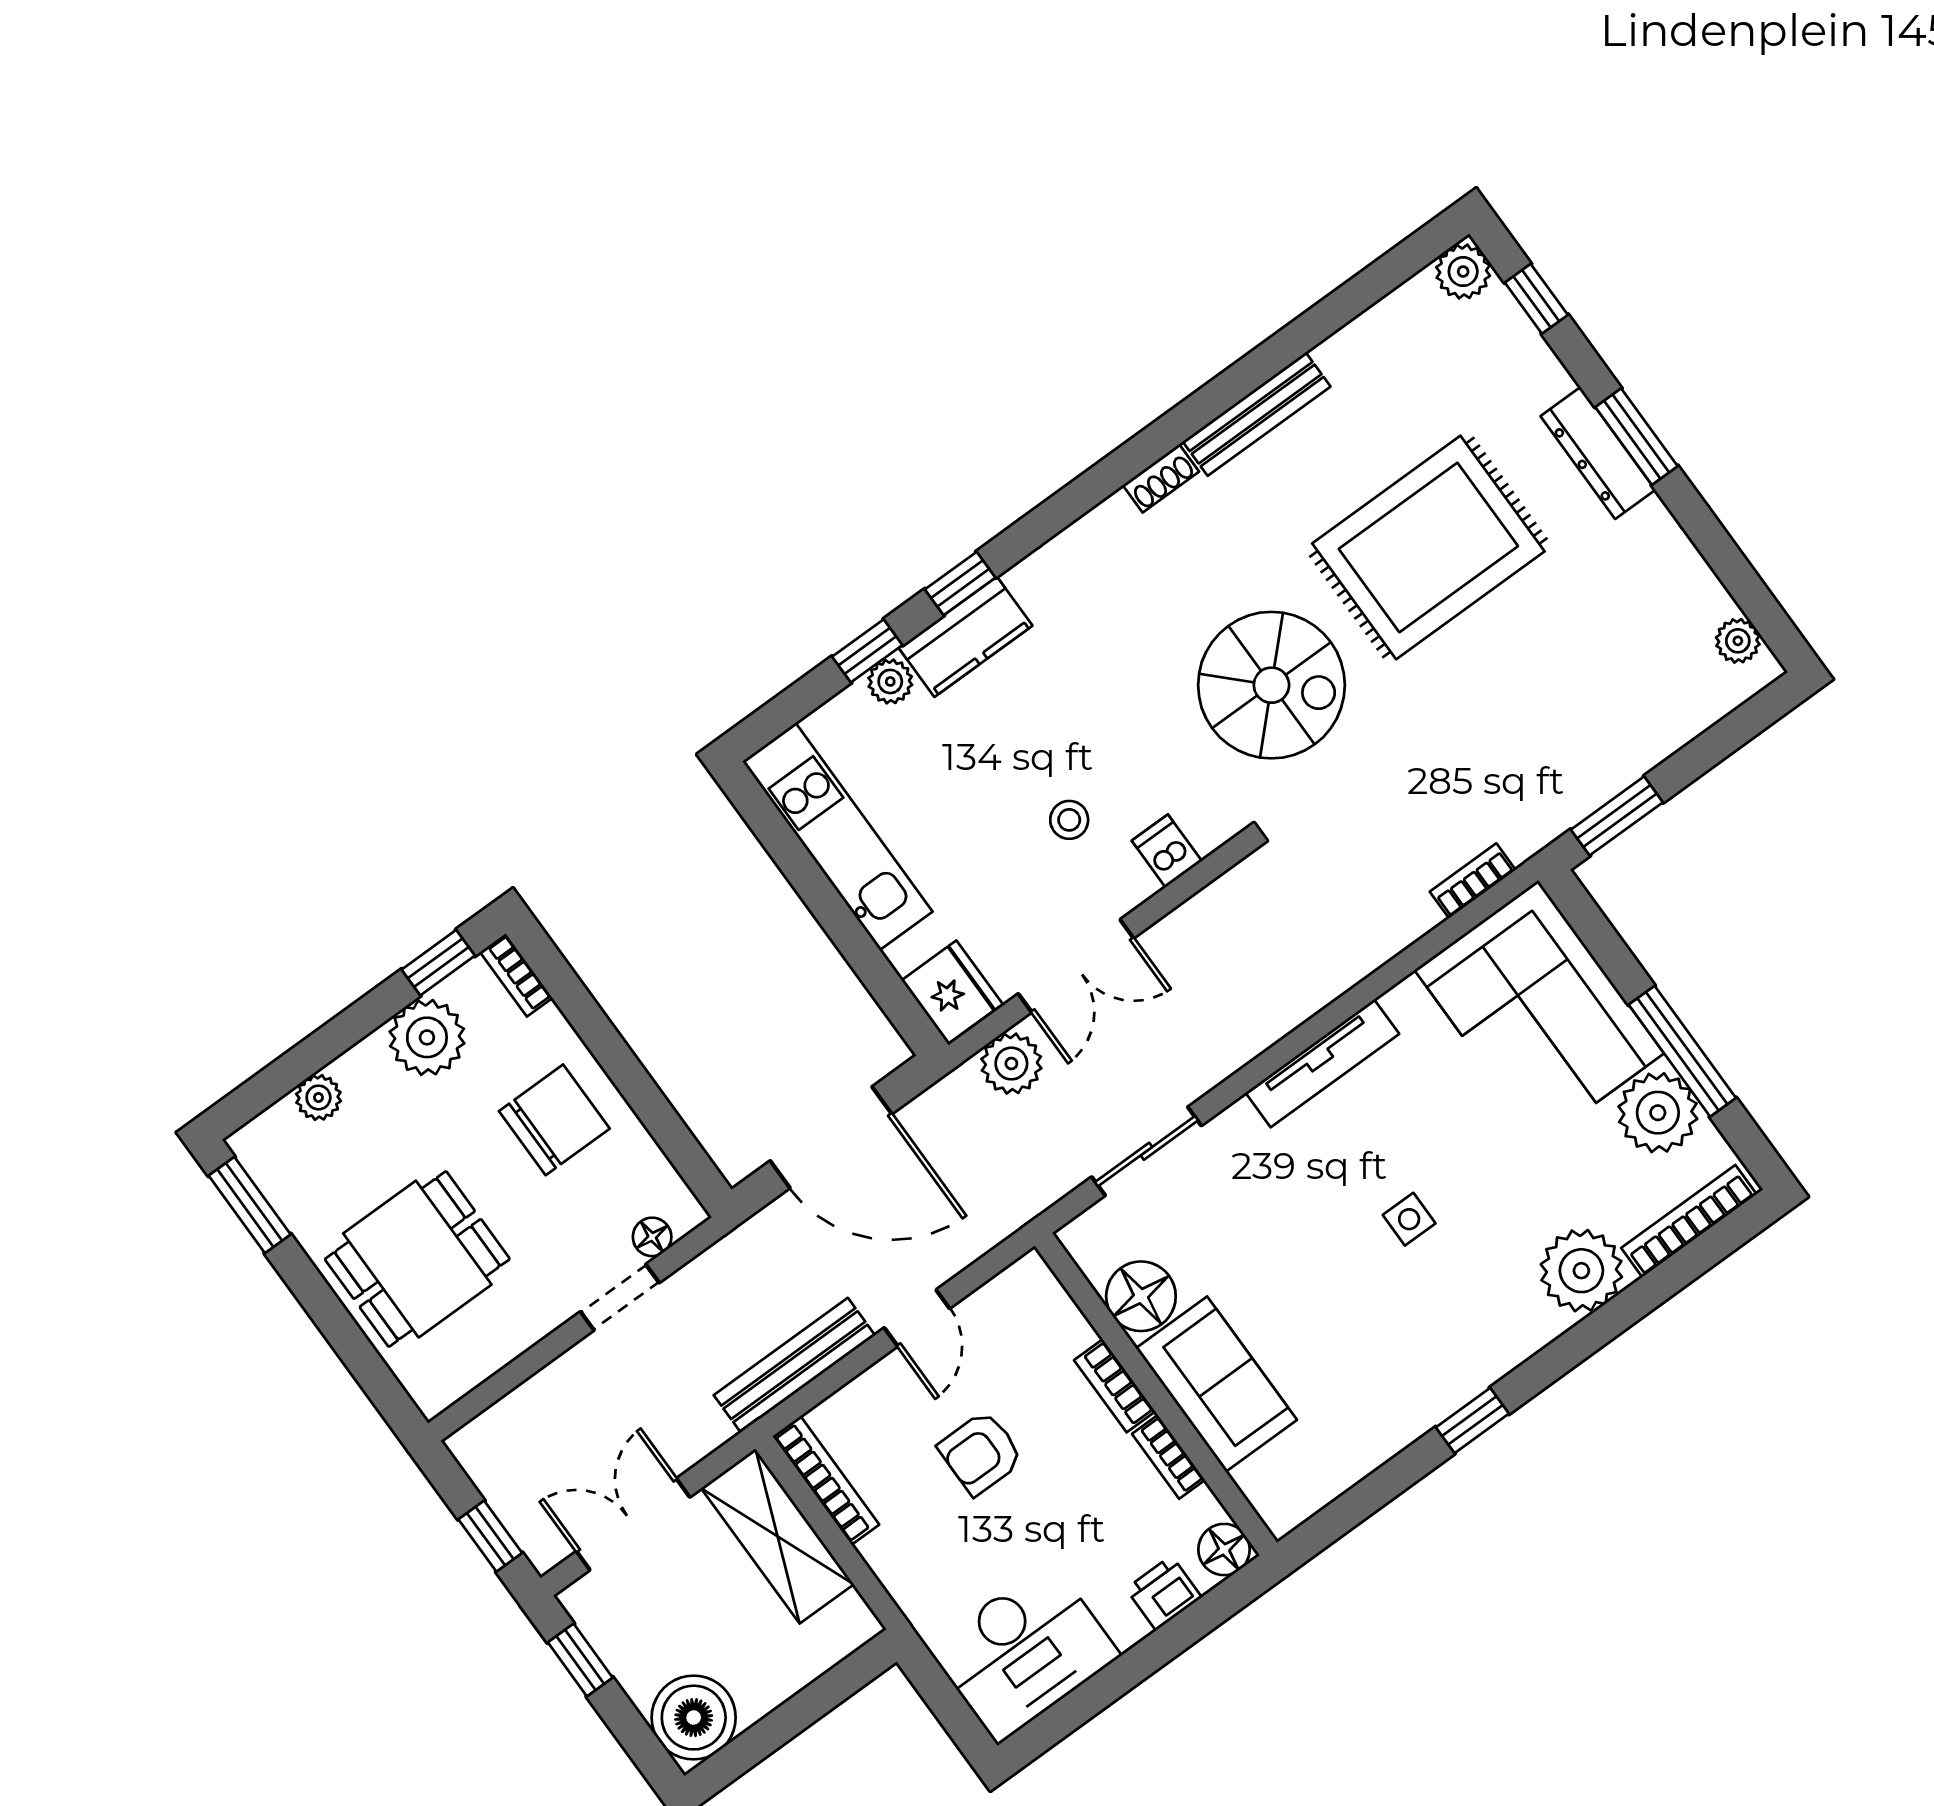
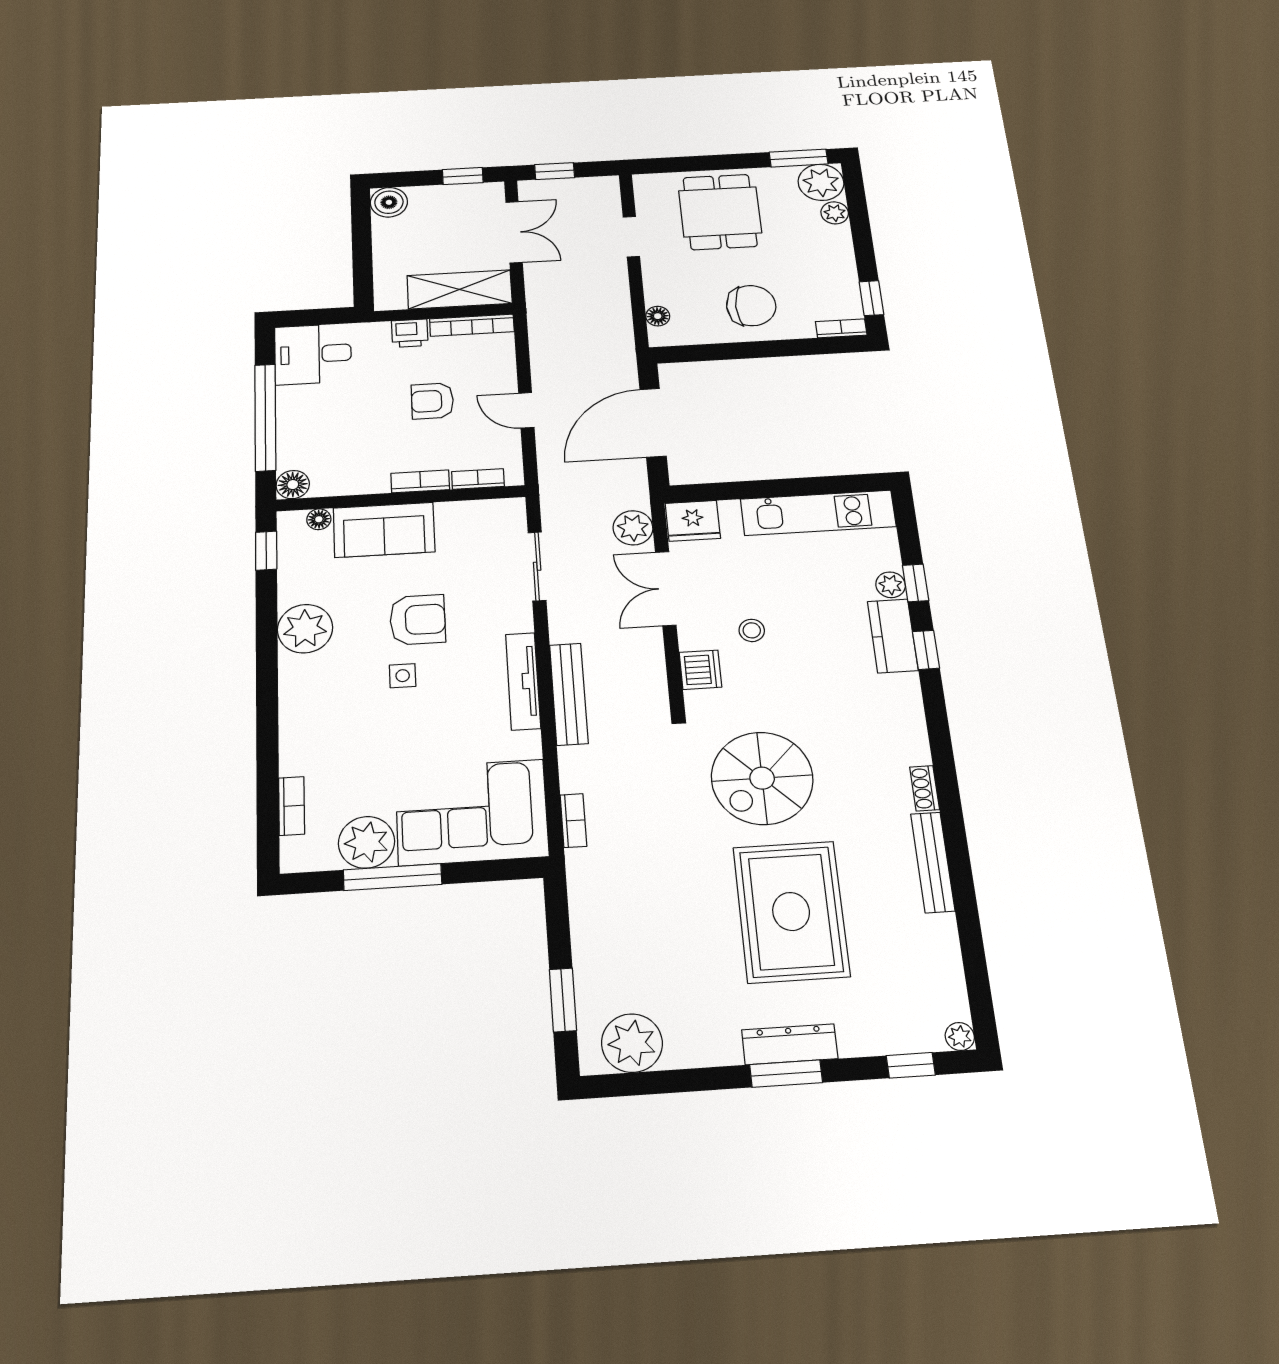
plant: (1463, 272) -> (960, 1036), width x0.73, depth x0.73
plant: (1738, 641) -> (632, 1043), width x1.88, depth x1.88
window: (1617, 816) -> (563, 1000), moved
dishwasher: (1167, 851) -> (700, 670), width x1.38
plant: (427, 1037) -> (821, 182), moved
chair: (554, 1120) -> (751, 306), turned -90
bookcase: (1689, 1221) -> (292, 806), width x0.64
armchair: (1319, 1253) -> (418, 620), added
plant: (1581, 1271) -> (305, 629), moved
floor lamp: (1141, 1296) -> (319, 519), moved, width x0.53, depth x0.53
doorway: (620, 1297) -> (631, 237), moved
bench: (794, 1365) -> (569, 694), moved
window: (1472, 1420) -> (266, 551), moved
armchair: (981, 1453) -> (432, 401), turned -90
bookcase: (1169, 1457) -> (478, 479), moved
printer: (1164, 1593) -> (410, 333), moved, turned 90
desk: (1024, 1652) -> (313, 354), width x0.73
window: (1145, 1658) -> (265, 417), added
boiler: (694, 1718) -> (389, 202), width x0.73, depth x0.73

